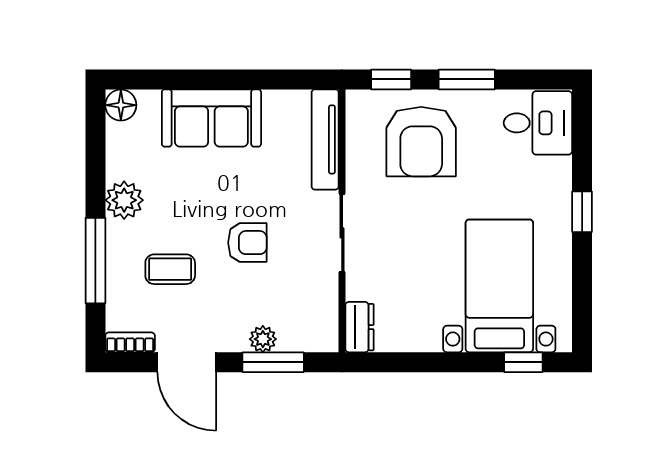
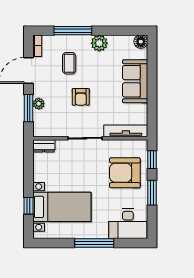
desk: (538, 123) -> (128, 224), width x1.37
window: (582, 212) -> (94, 243), width x2.17
window: (523, 362) -> (29, 206), moved

